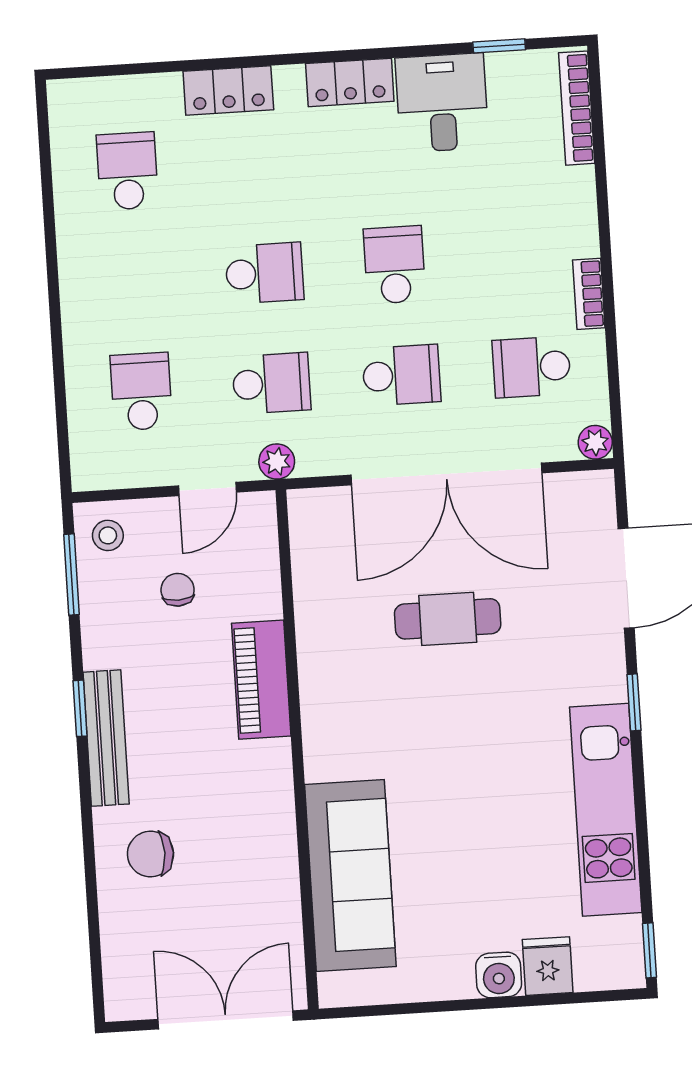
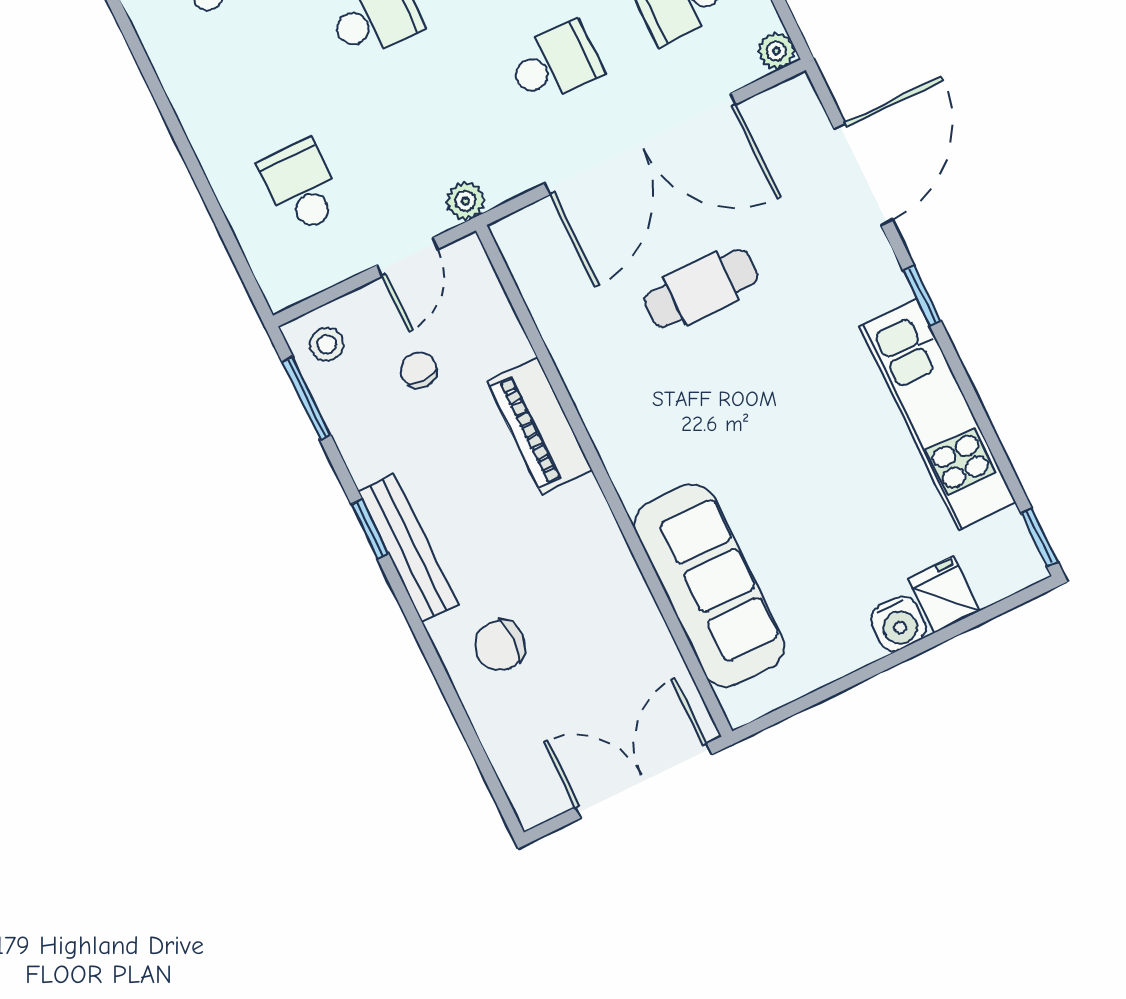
school desk: (271, 383) -> (428, 125), removed

